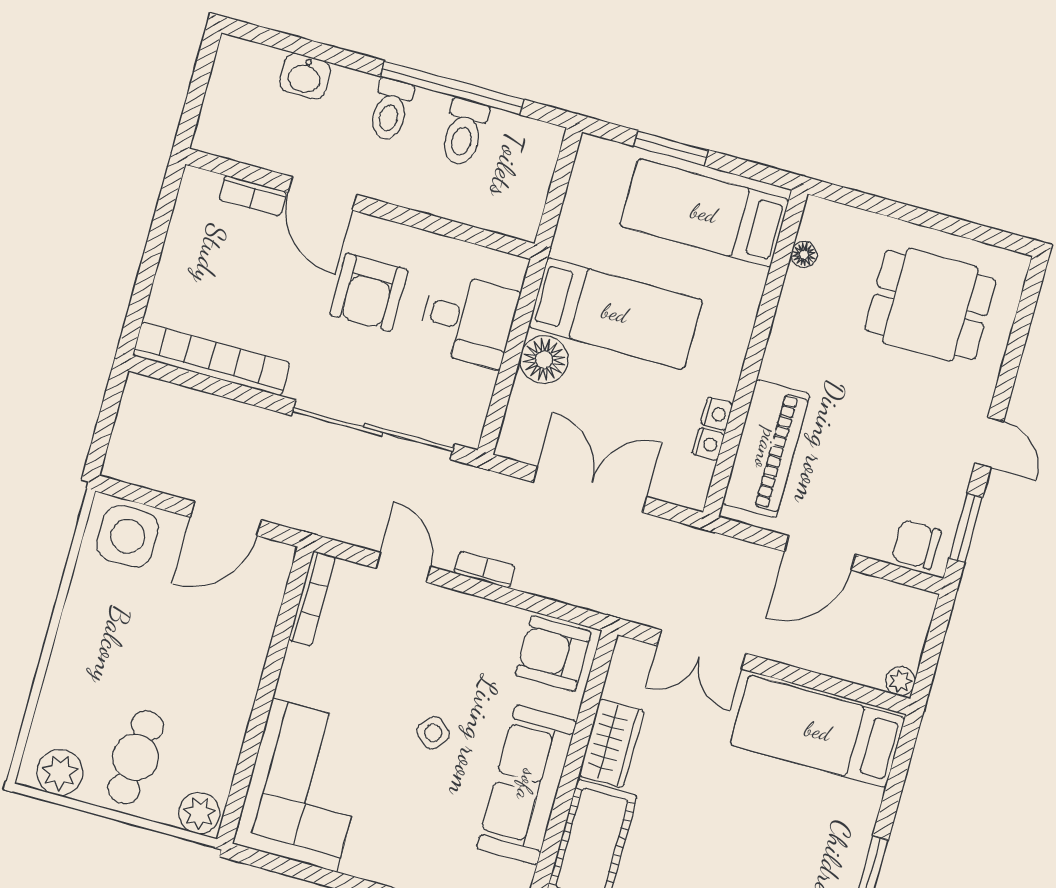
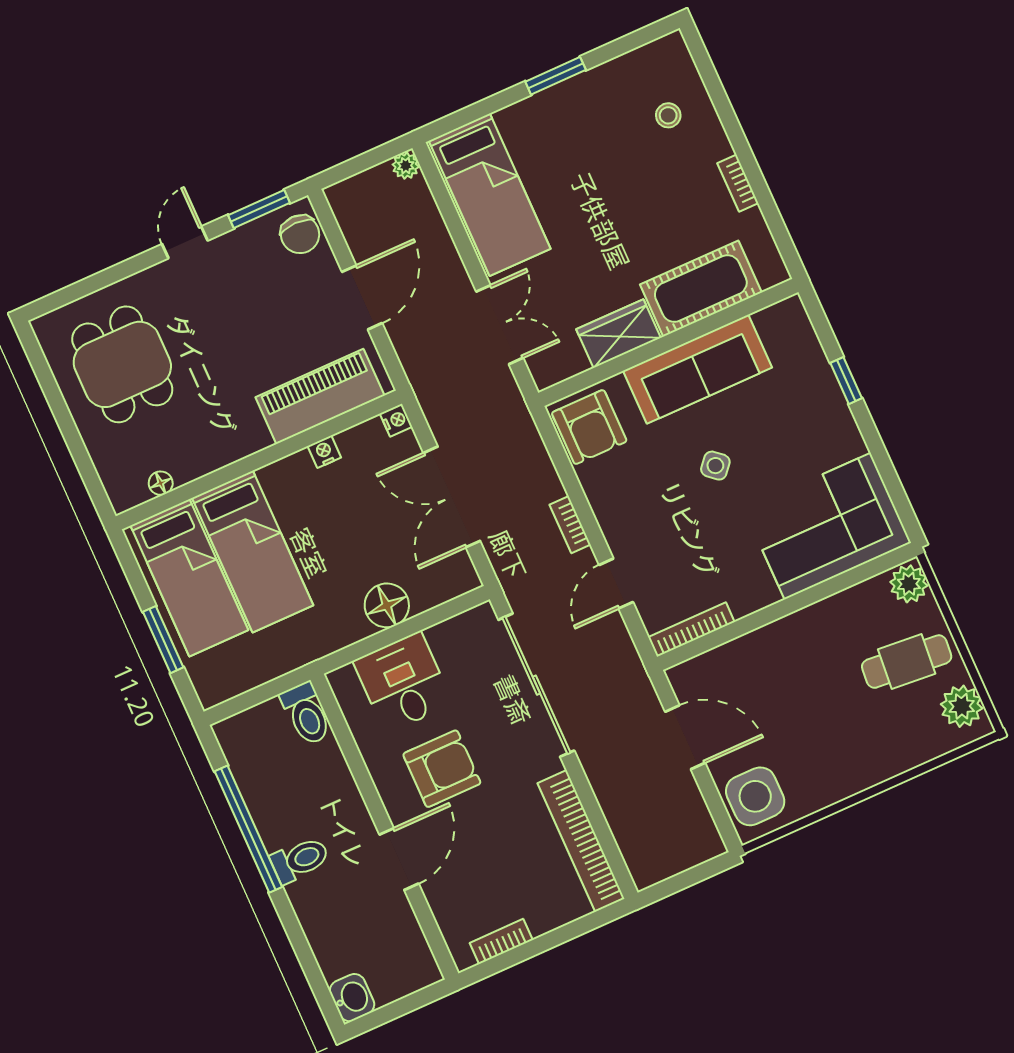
washbasin: (305, 76) -> (352, 998), moved
toilet: (464, 132) -> (306, 714), moved, turned 90
bookcase: (253, 196) -> (501, 941), moved, turned -90
bed: (615, 313) -> (253, 552), moved, turned 180
nightstand: (708, 444) -> (396, 420), moved, turned 90
door: (820, 553) -> (362, 297), hinge flipped

